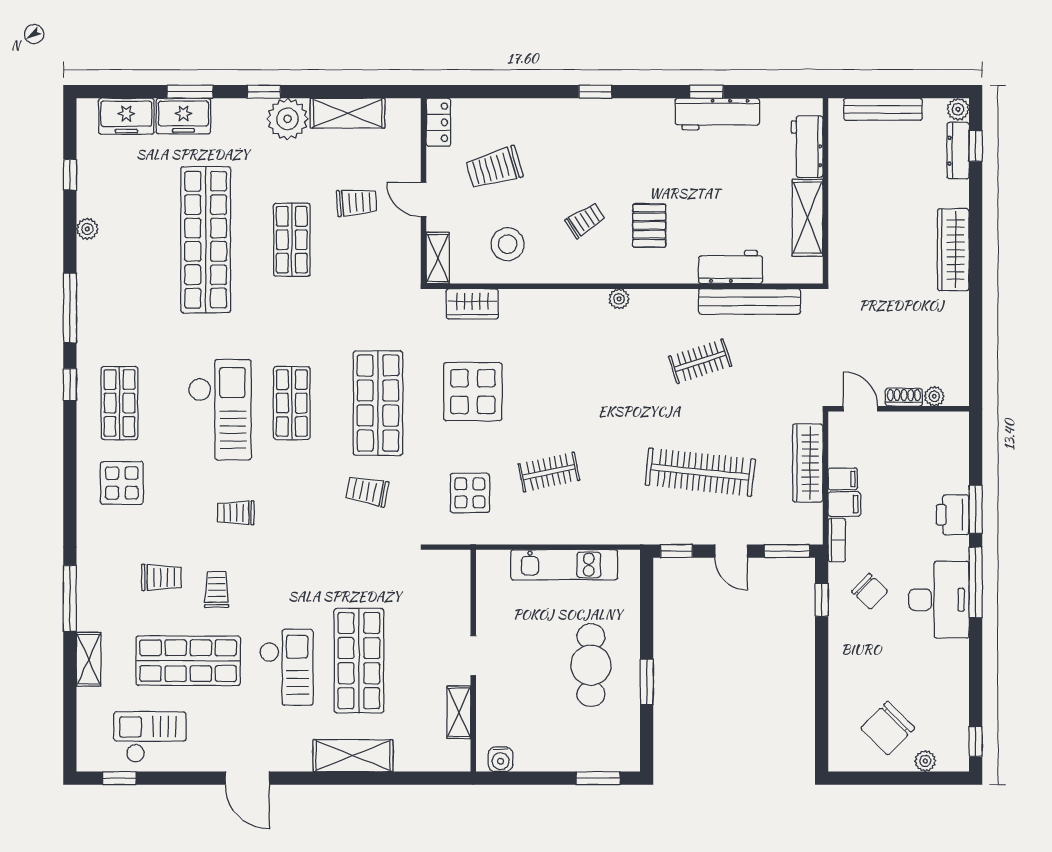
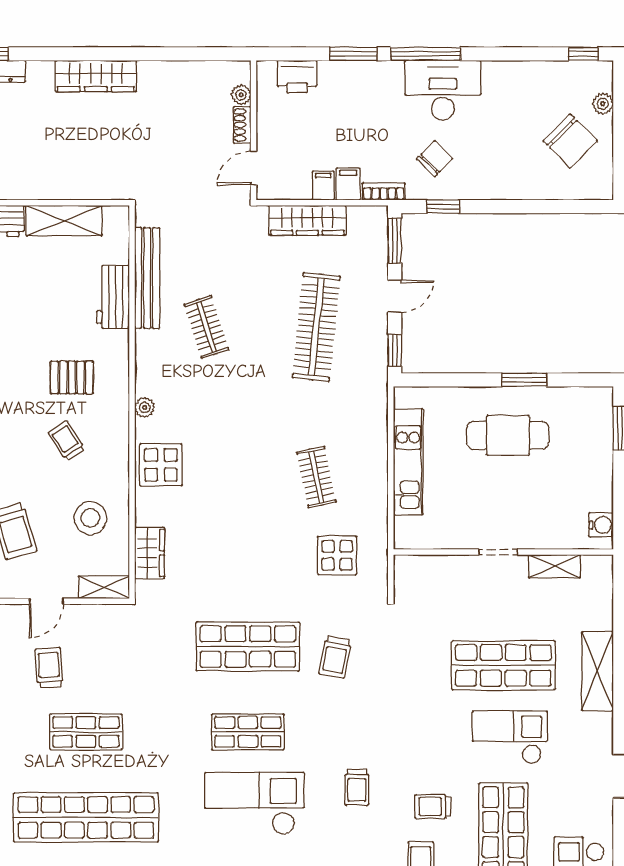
display table: (473, 392) -> (161, 465), moved, width x0.73, depth x0.73
printer: (953, 515) -> (297, 77), moved

